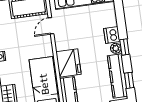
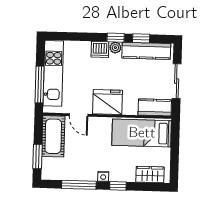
fridge: (68, 63) -> (107, 102), moved
window: (129, 80) -> (141, 38), moved

